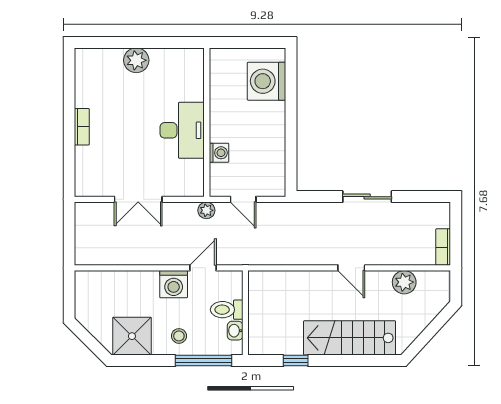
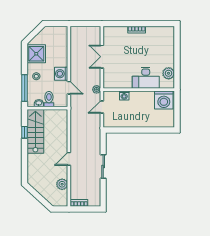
plant: (136, 60) -> (169, 73), moved
washing machine: (267, 81) -> (164, 100), moved, turned 180
desk: (182, 130) -> (146, 78), moved
stairs: (350, 338) -> (35, 131), moved

